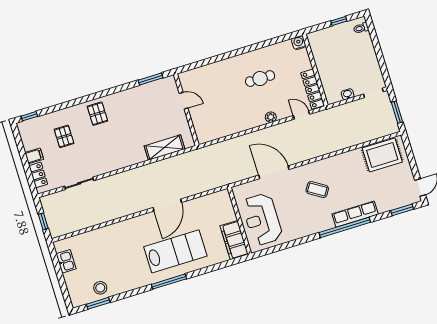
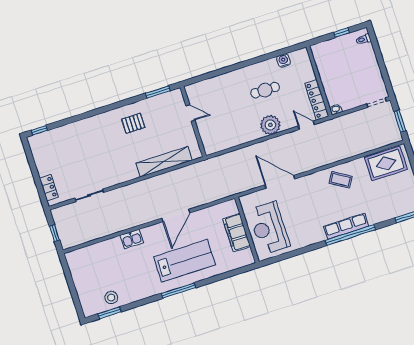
water cooler: (299, 43) -> (284, 60), moved
washbasin: (348, 94) -> (336, 109), moved
pallet: (97, 114) -> (133, 123), moved, turned 90
plant: (271, 117) -> (270, 125), width x1.87, depth x1.87
pallet: (64, 136) -> (74, 150), removed
shelving: (164, 148) -> (164, 162), width x1.47
filing cabinet: (34, 156) -> (45, 169), removed
coffee table: (317, 190) -> (341, 180), moved
row of seats: (355, 214) -> (346, 226), moved
filing cabinet: (234, 240) -> (237, 233), moved
kitchen sink: (66, 261) -> (132, 239), moved, turned 90

